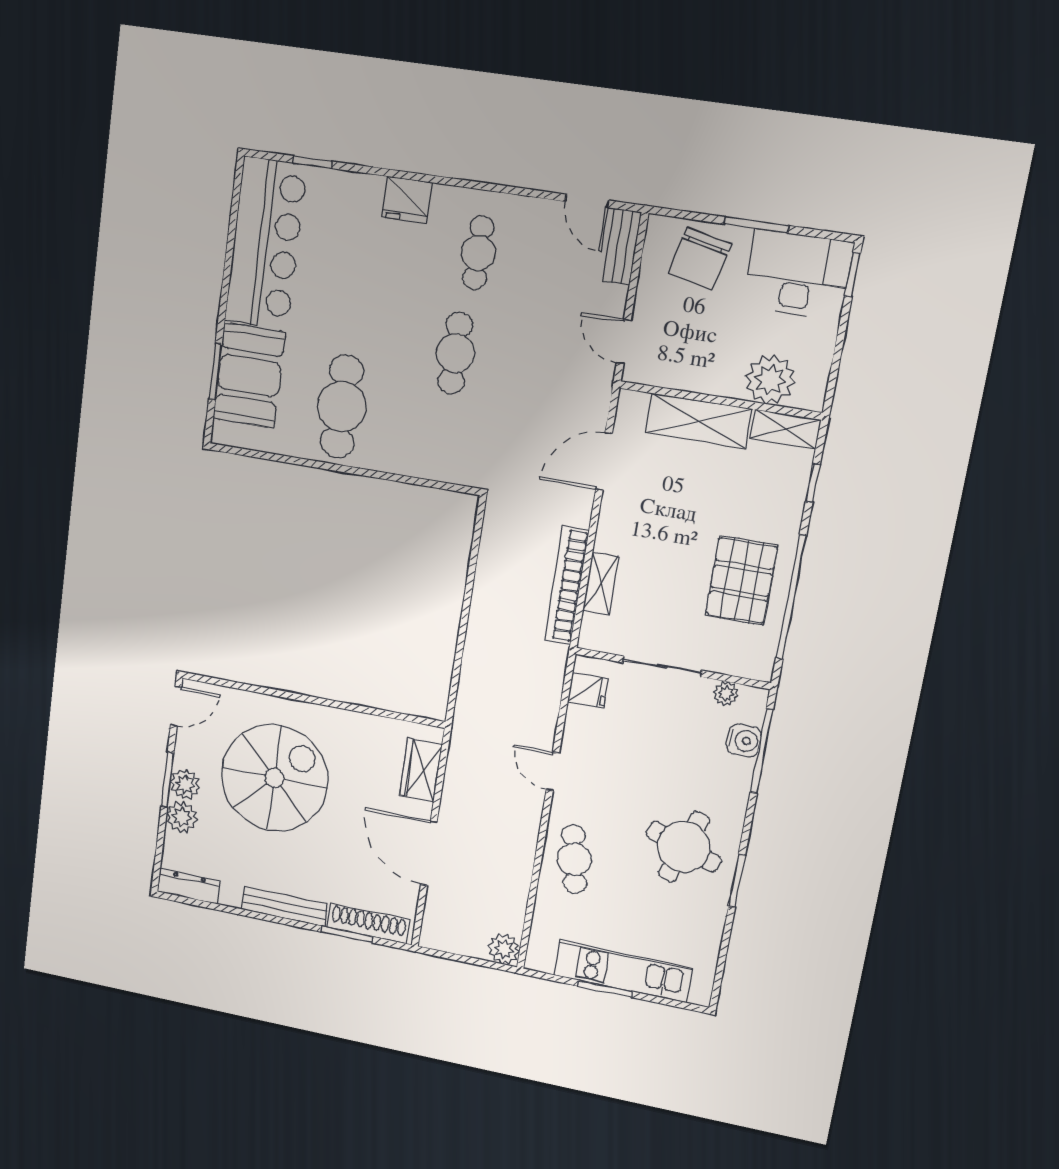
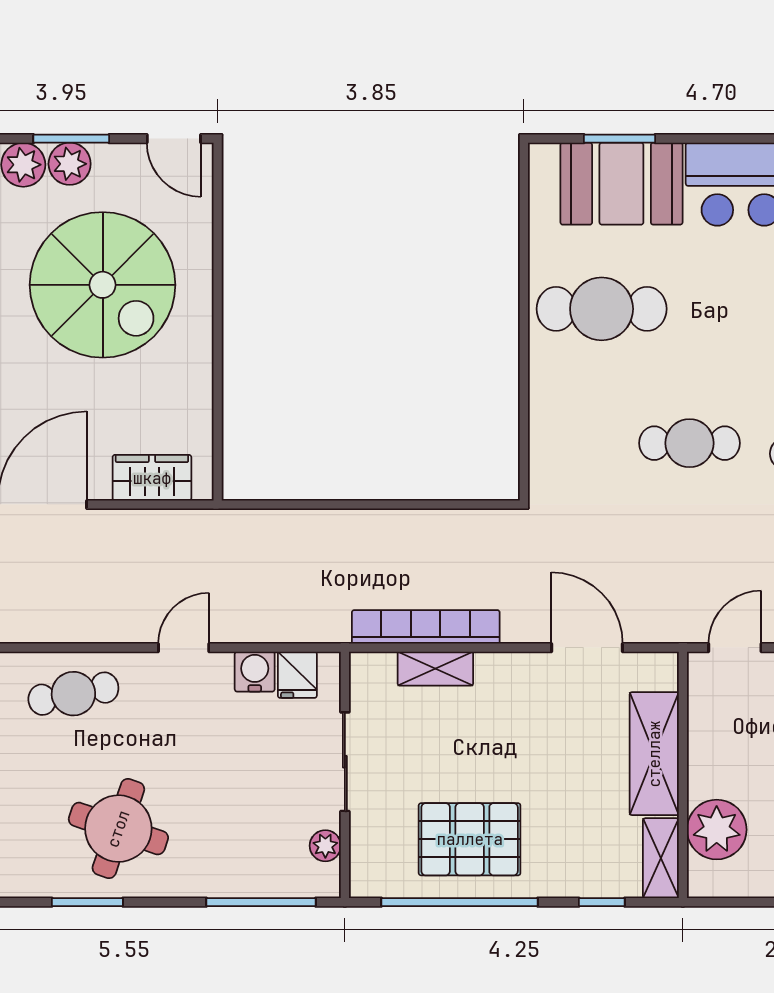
water cooler: (744, 741) -> (255, 672), moved, turned 180

